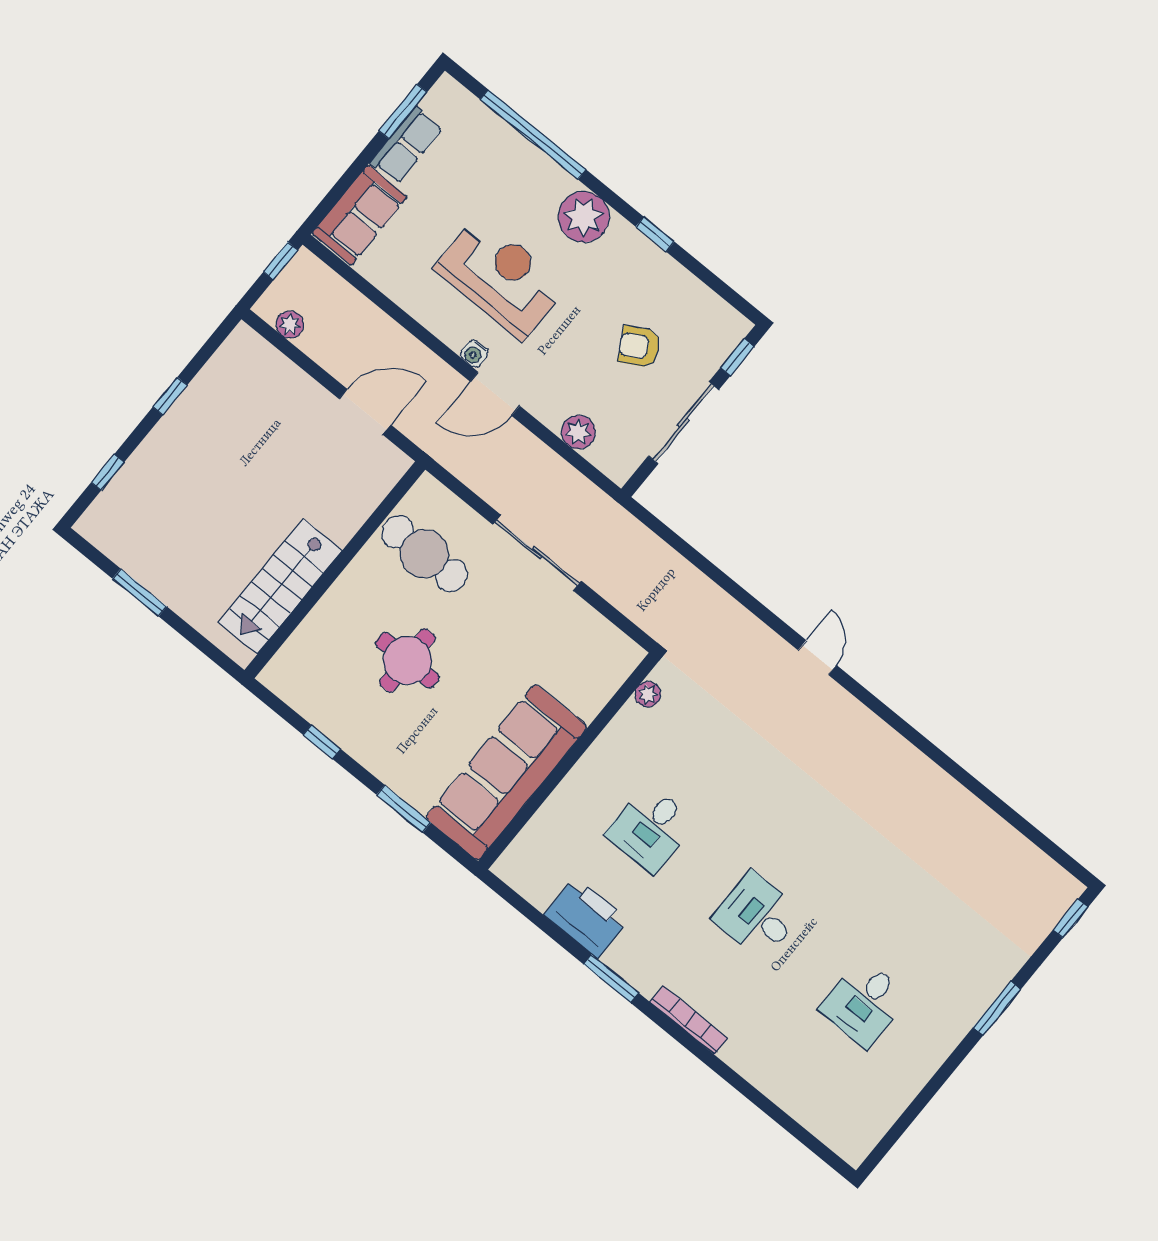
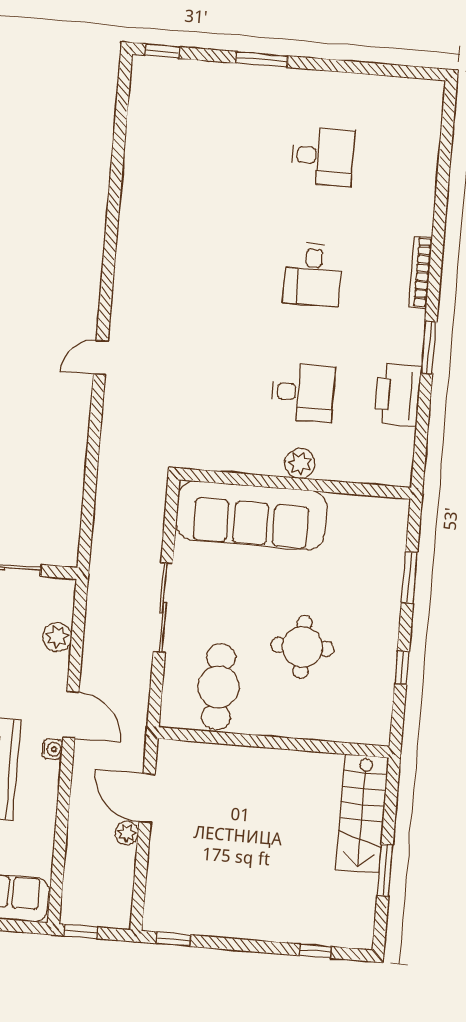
plant: (290, 325) -> (127, 833), moved
window: (170, 396) -> (173, 939), moved
stairs: (280, 586) -> (362, 814), moved, turned 90
plant: (648, 694) -> (300, 463), moved, width x1.38, depth x1.38
sofa: (506, 772) -> (251, 515), moved

